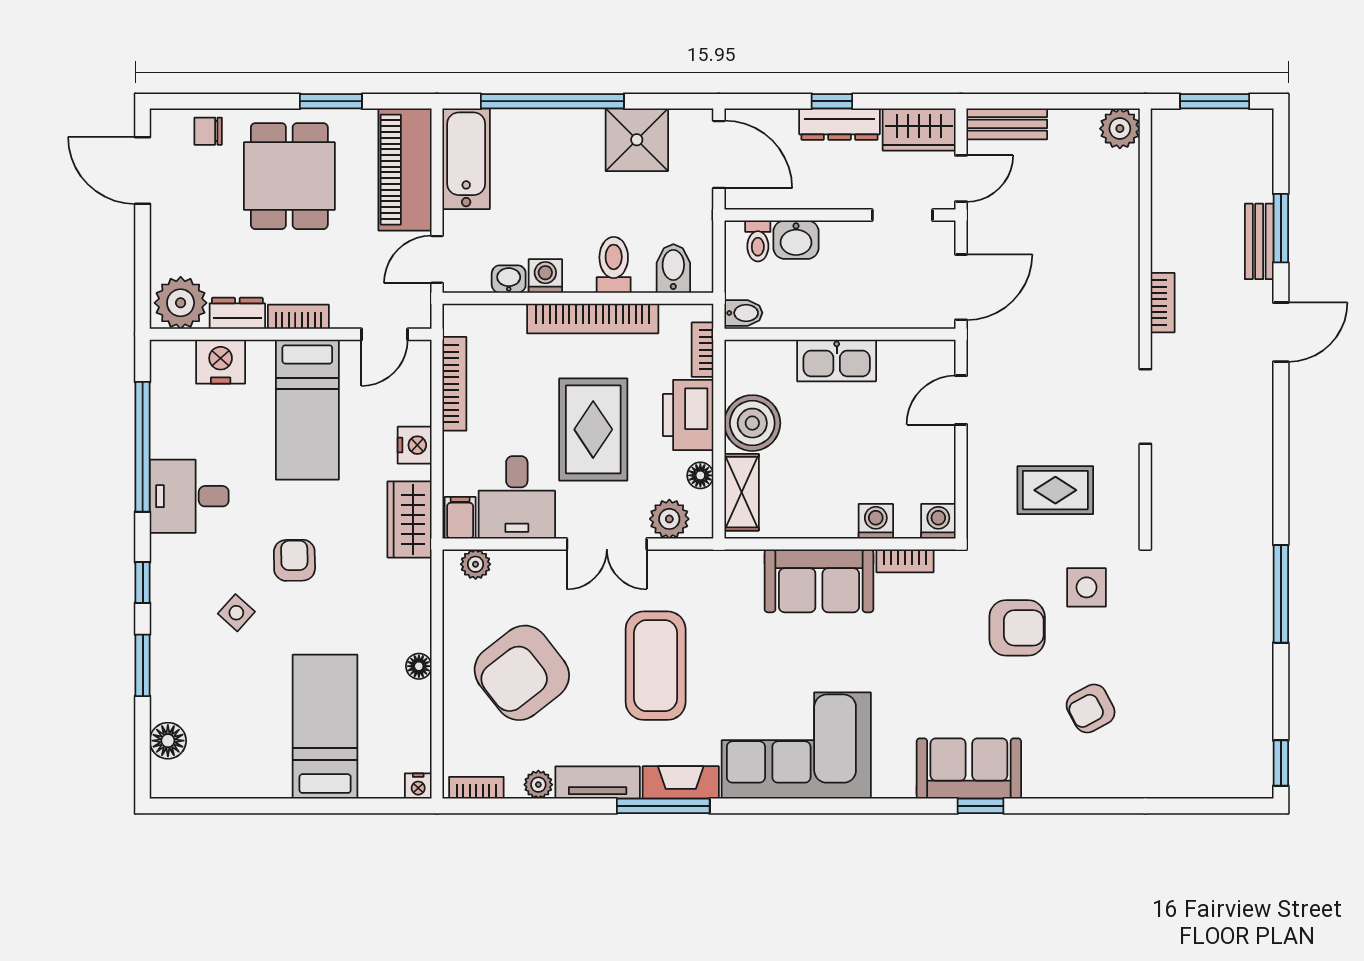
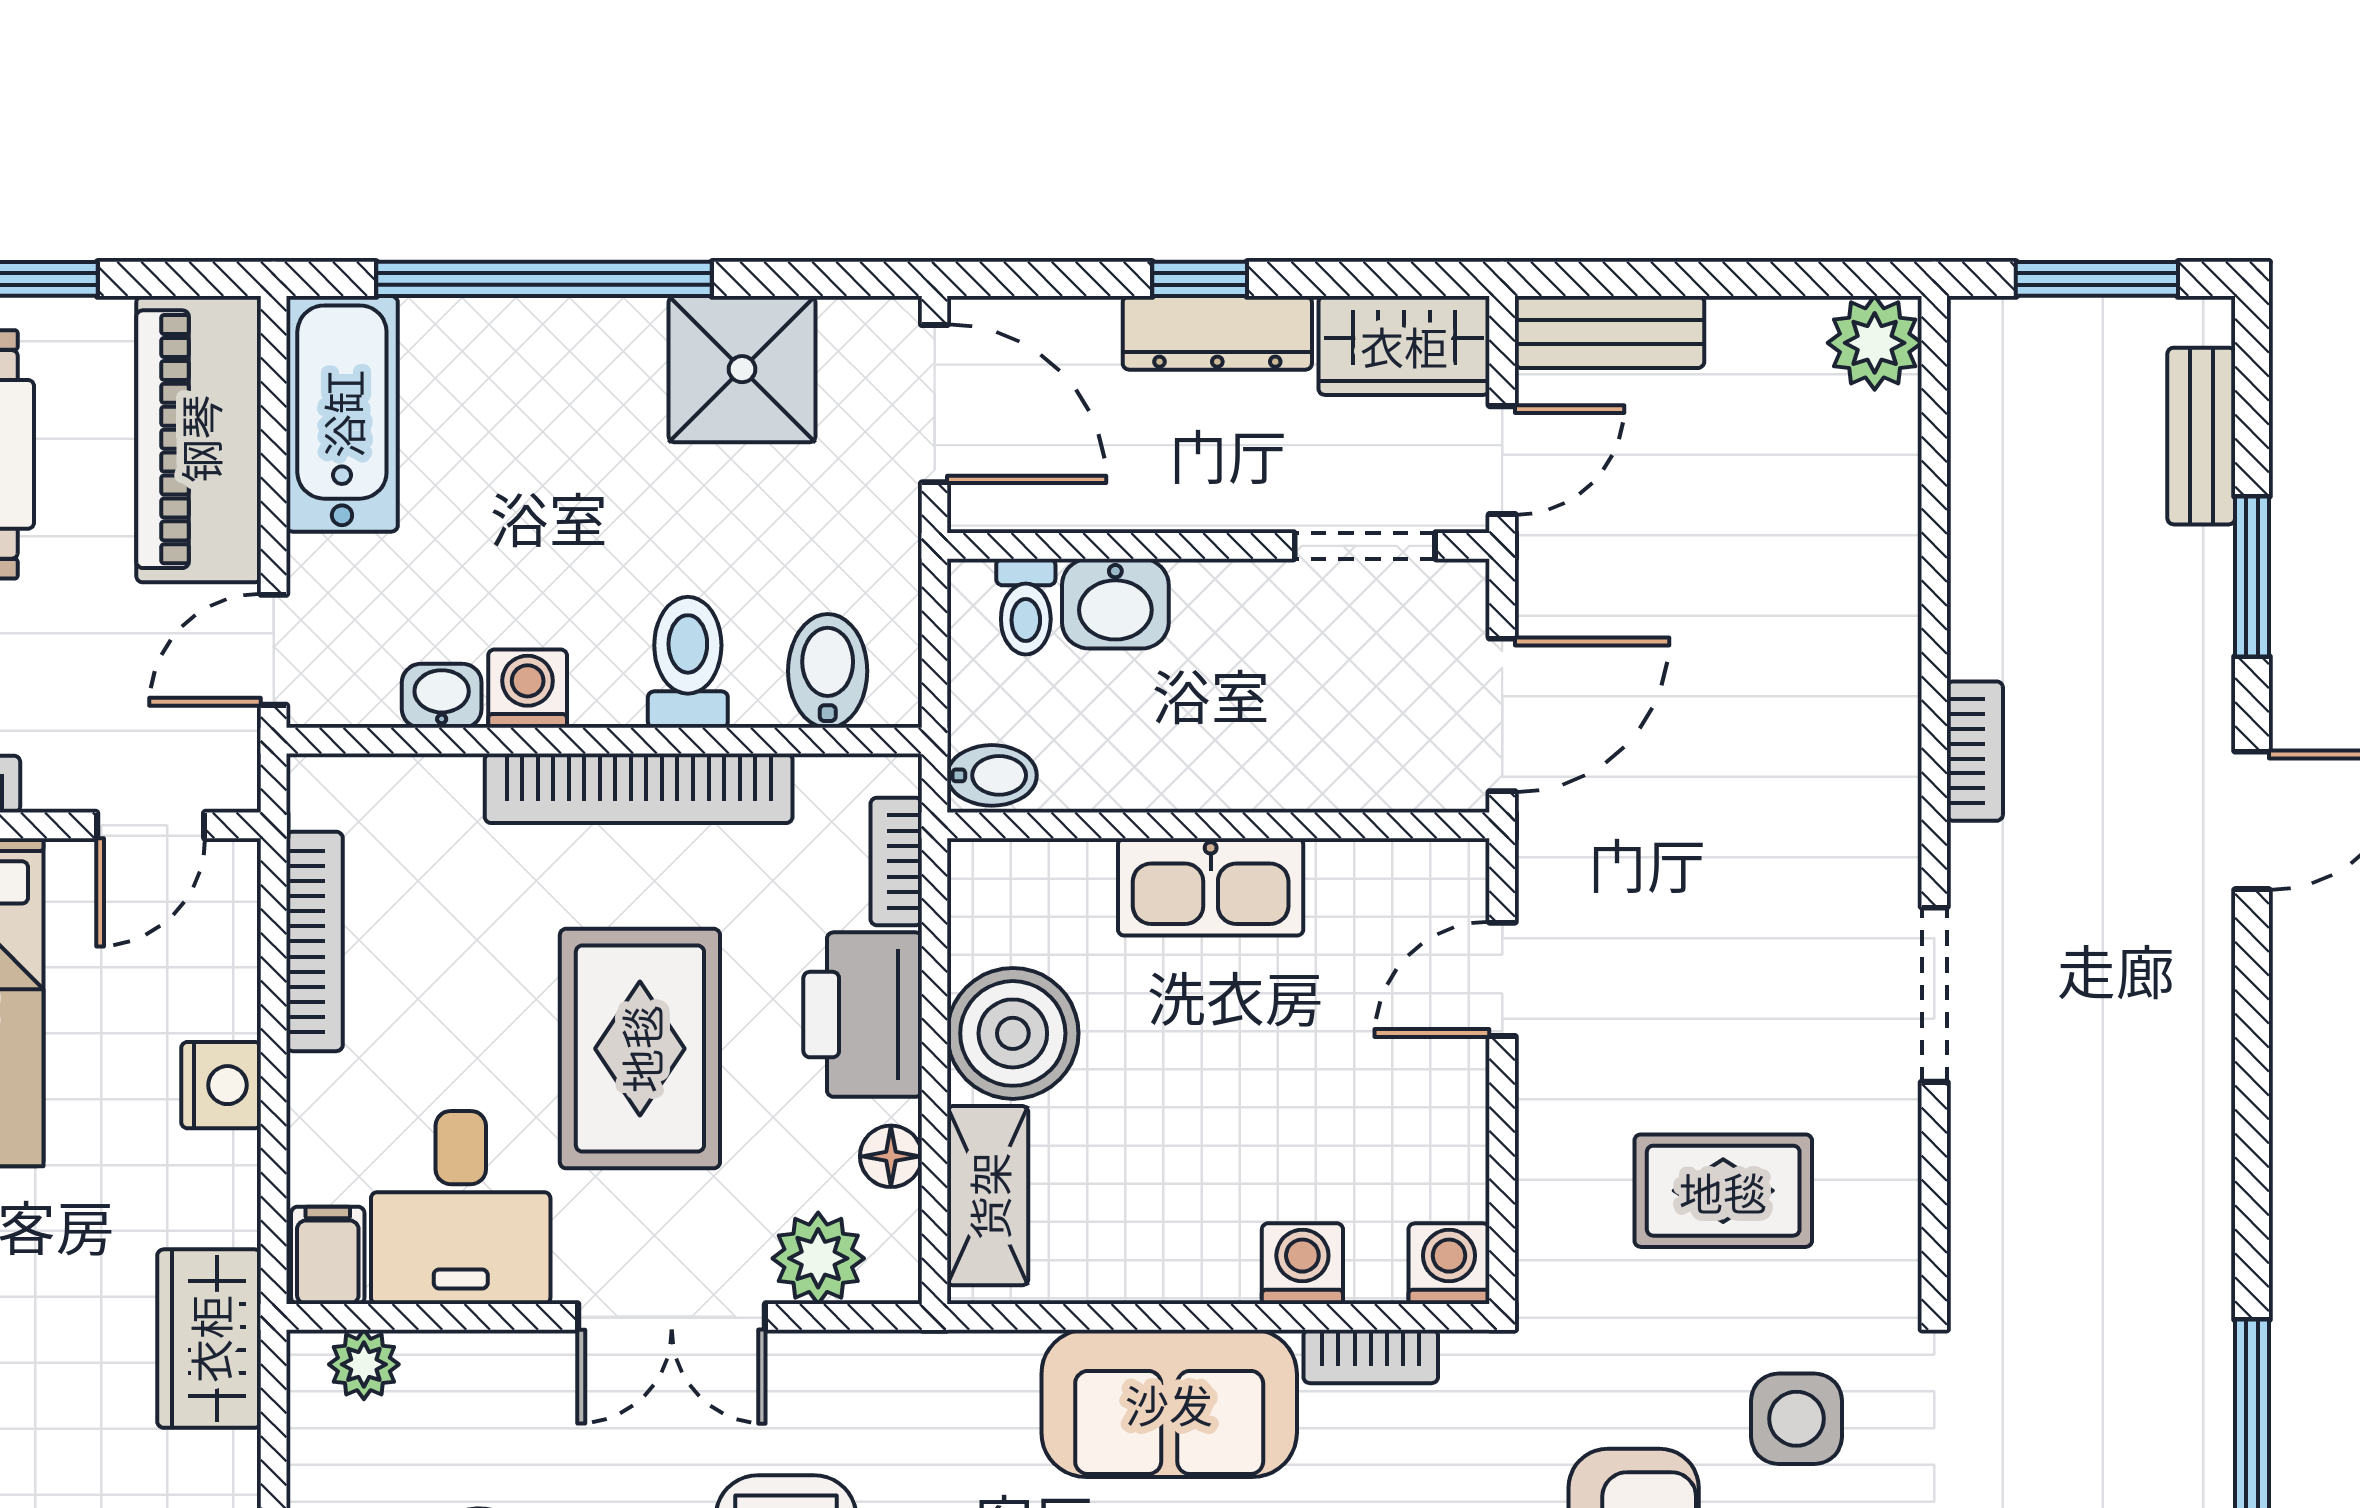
bench: (1259, 241) -> (2201, 436), moved
wardrobe: (410, 519) -> (209, 1339), moved

